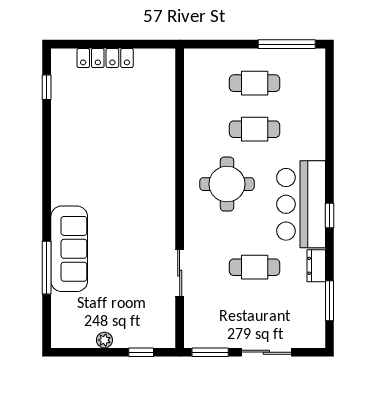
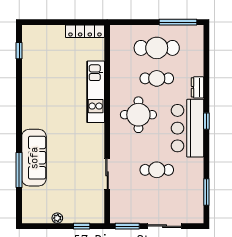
locker: (105, 58) -> (85, 31), moved
cafe table: (255, 83) -> (157, 48), width x1.37, depth x1.35
kitchen unit: (162, 150) -> (96, 92), added
window: (329, 215) -> (206, 121), moved
dresser: (316, 266) -> (198, 87), moved

